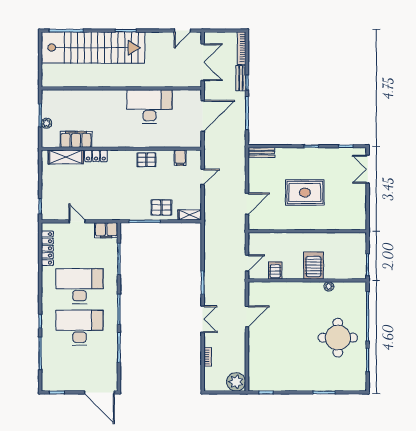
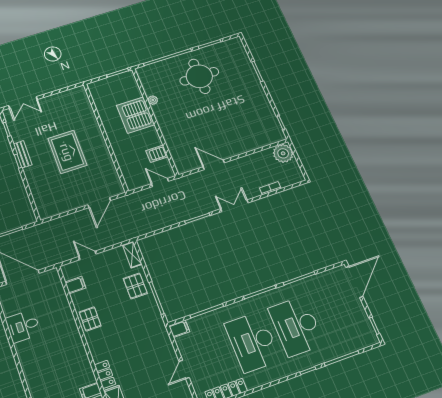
desk: (149, 107) -> (23, 326), width x0.53, depth x0.77
bench: (261, 153) -> (23, 154), moved
door: (247, 204) -> (99, 203), swing flipped
filing cabinet: (106, 230) -> (179, 329), width x0.50
server rack: (314, 266) -> (136, 115), width x1.60

